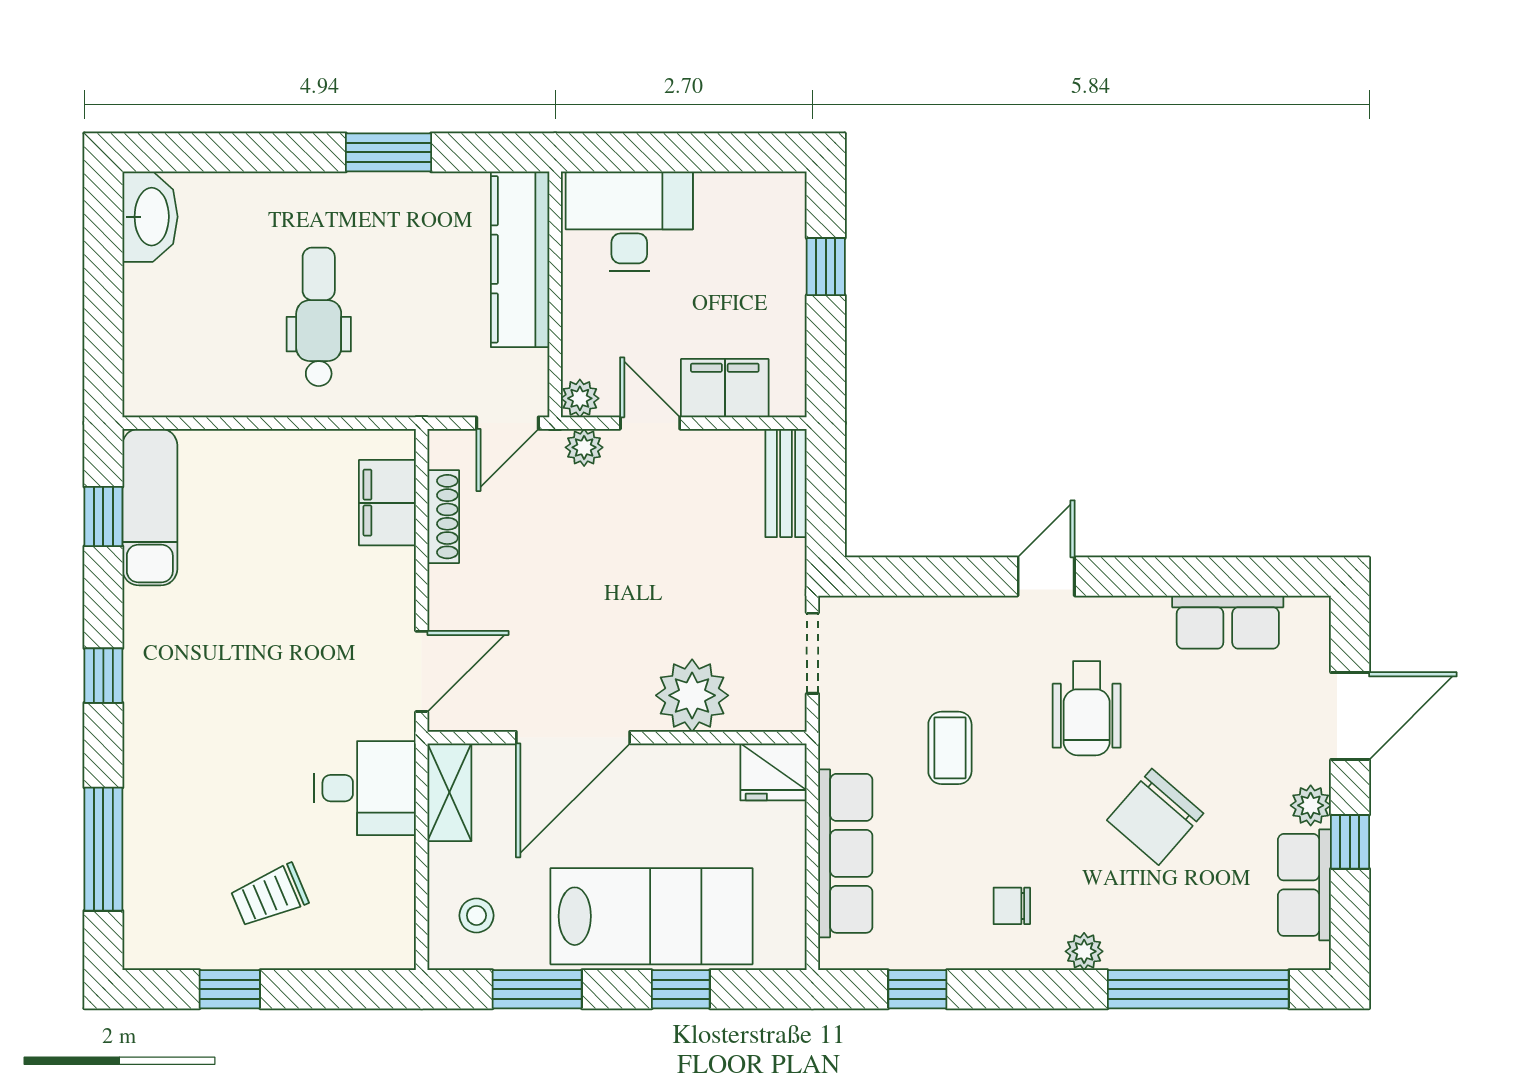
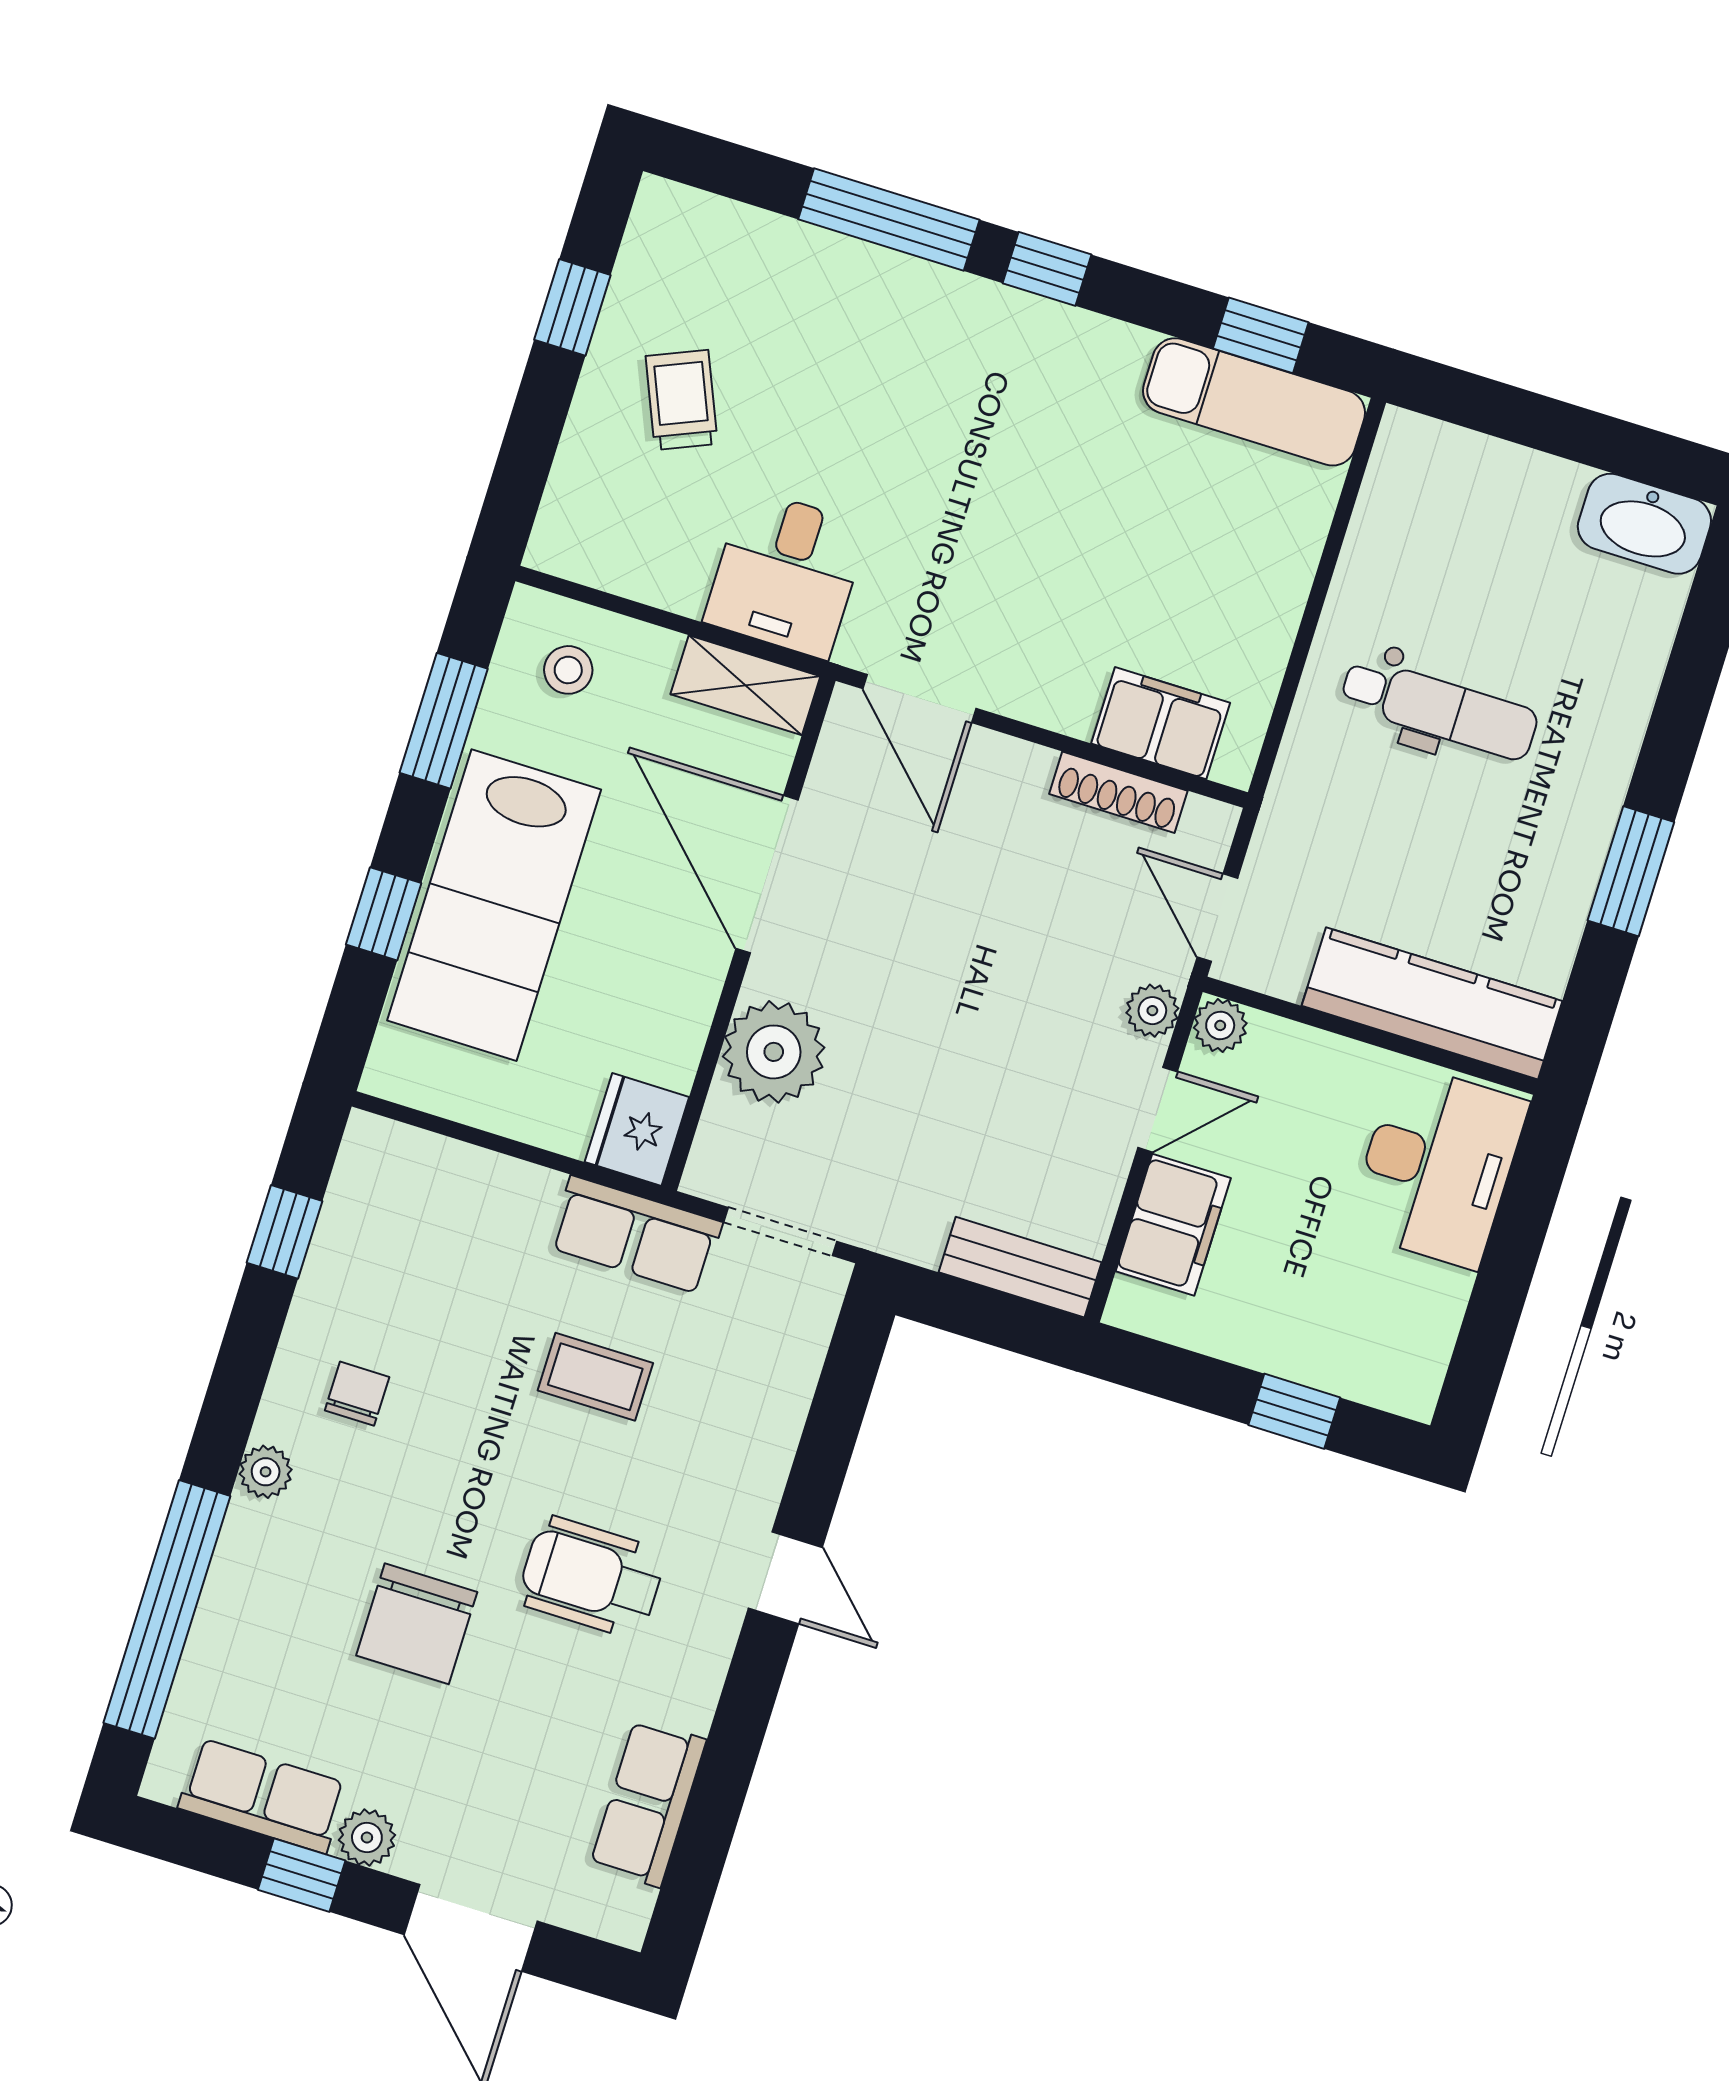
chair: (1155, 817) -> (417, 1624), turned -131
window: (103, 849) -> (889, 220), moved
row of seats: (845, 853) -> (636, 1235), moved, width x0.68

